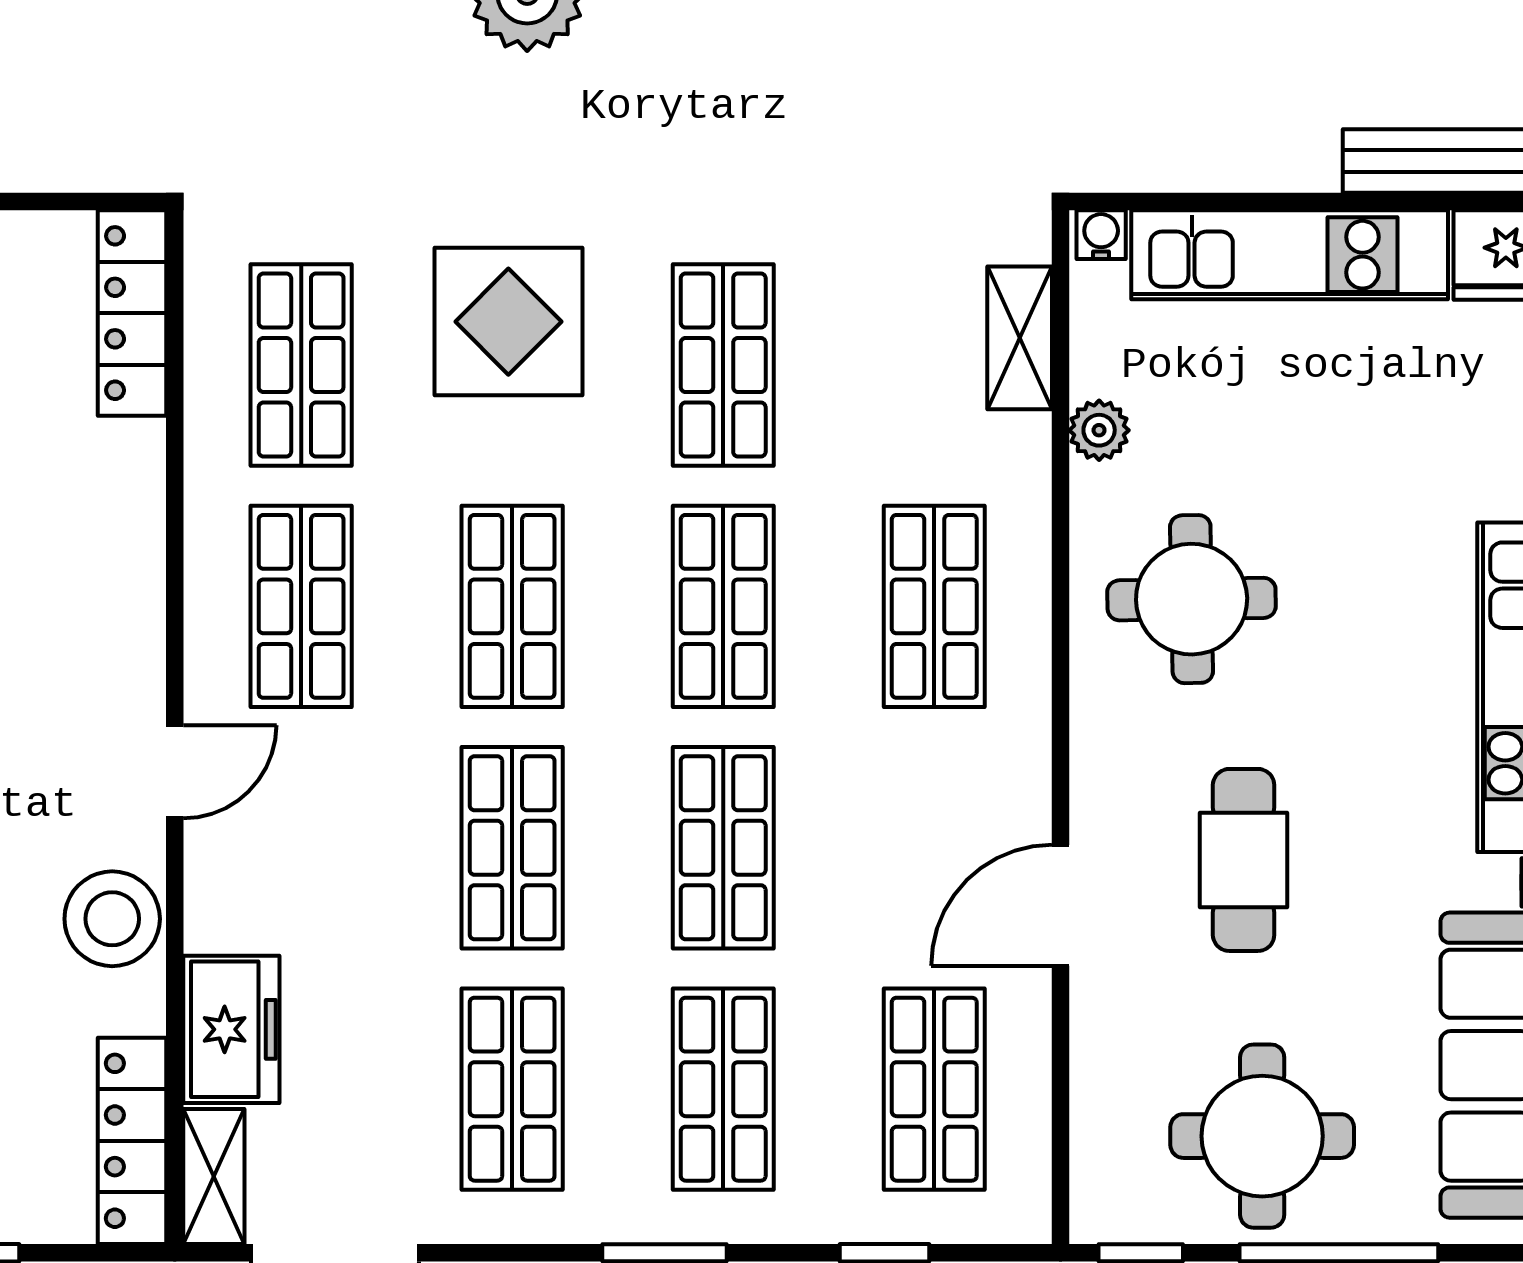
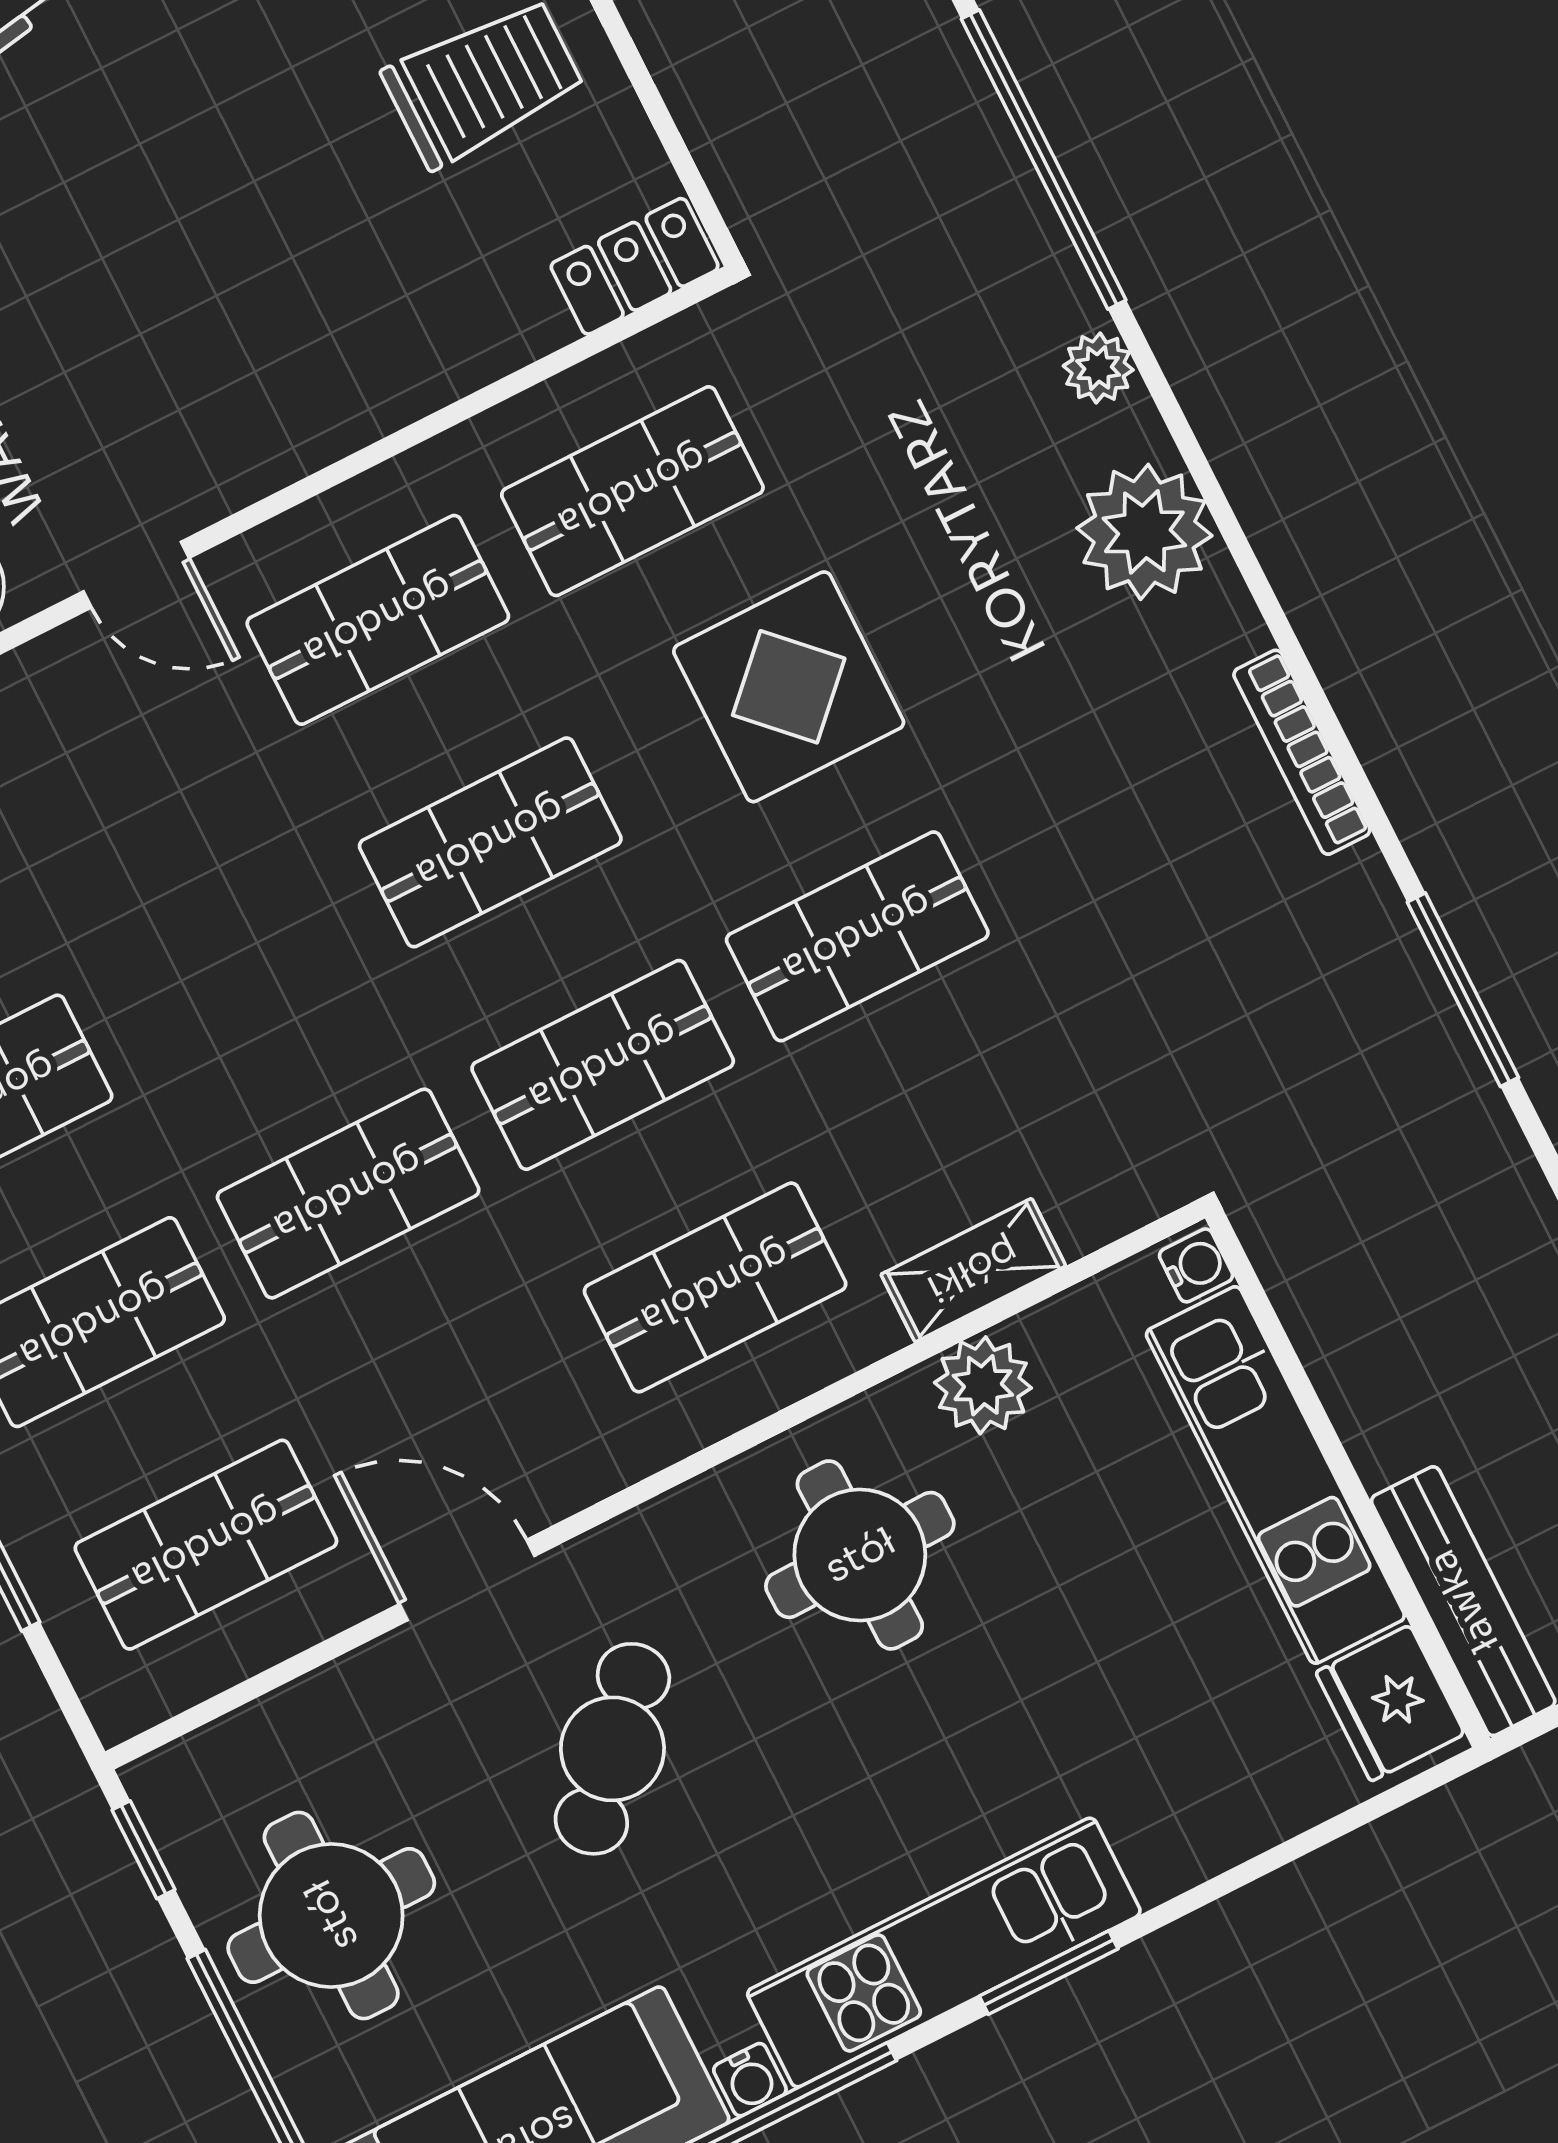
locker: (132, 313) -> (635, 266), width x0.66
shelving: (1020, 338) -> (973, 1270), moved
plant: (1099, 430) -> (983, 1385), width x1.38, depth x1.38
shop shelf: (512, 848) -> (236, 971), removed
cafe table: (1244, 860) -> (612, 1749), turned -47

